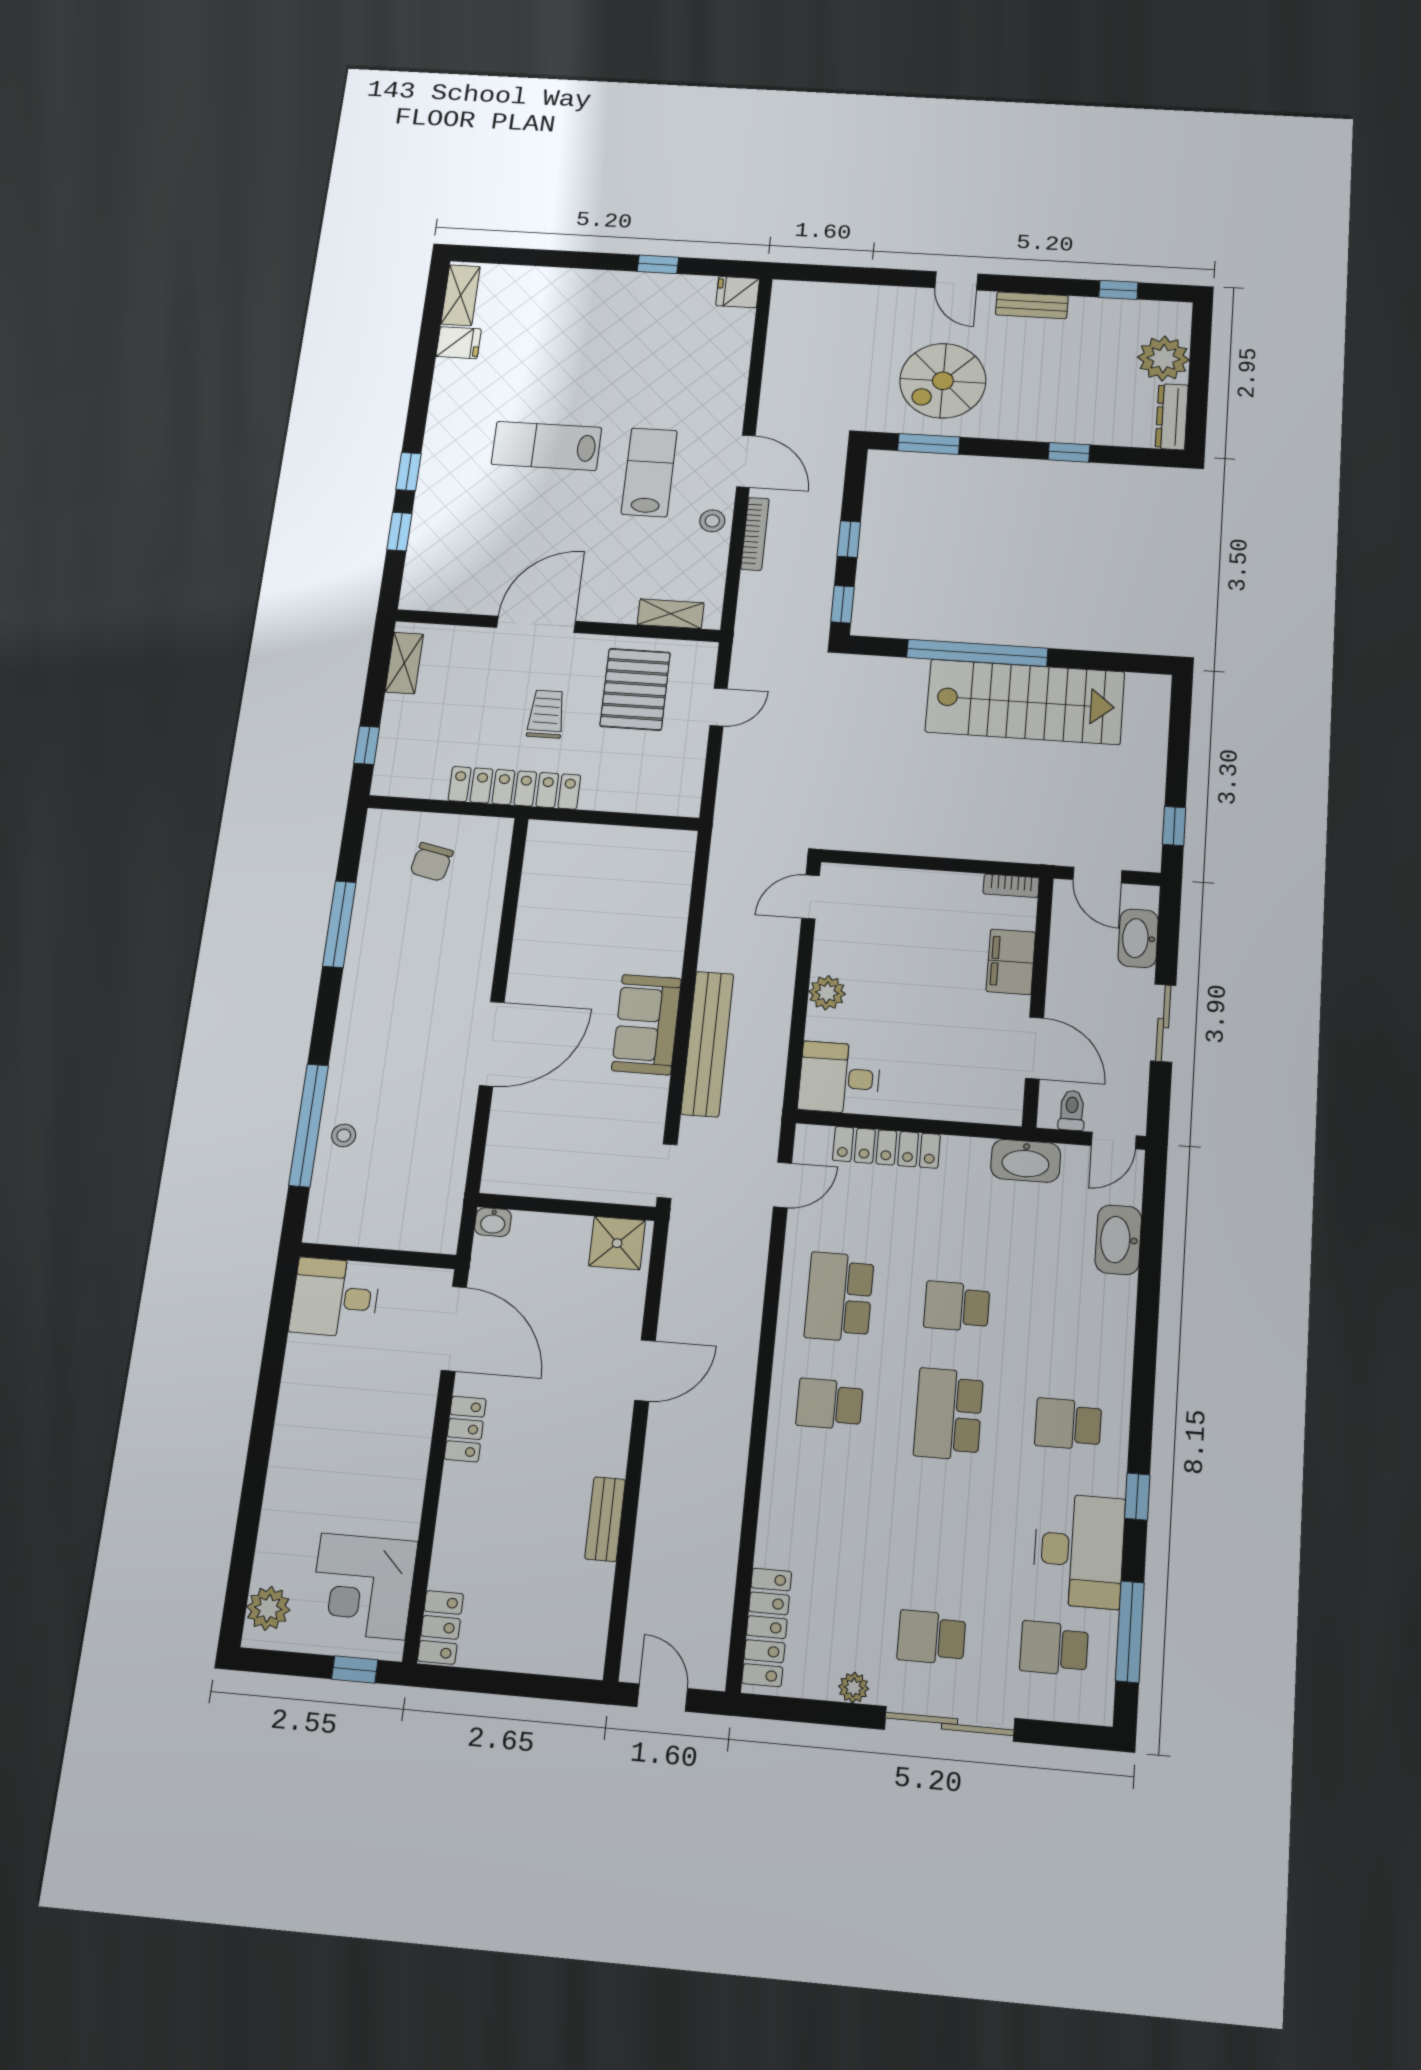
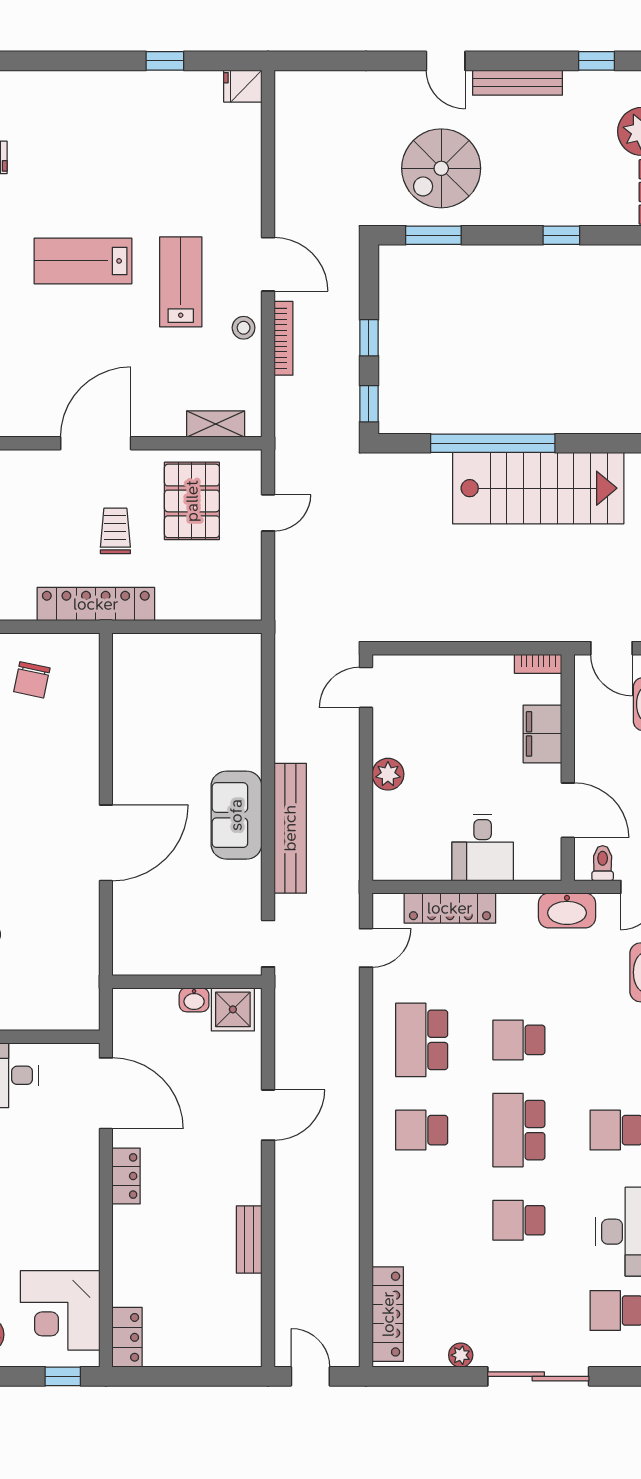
bench: (1032, 305) -> (517, 83), width x1.36
desk: (839, 1078) -> (483, 848), moved, turned -90
washbasin: (493, 1222) -> (194, 1000), moved
school desk: (931, 1637) -> (519, 1220), moved

